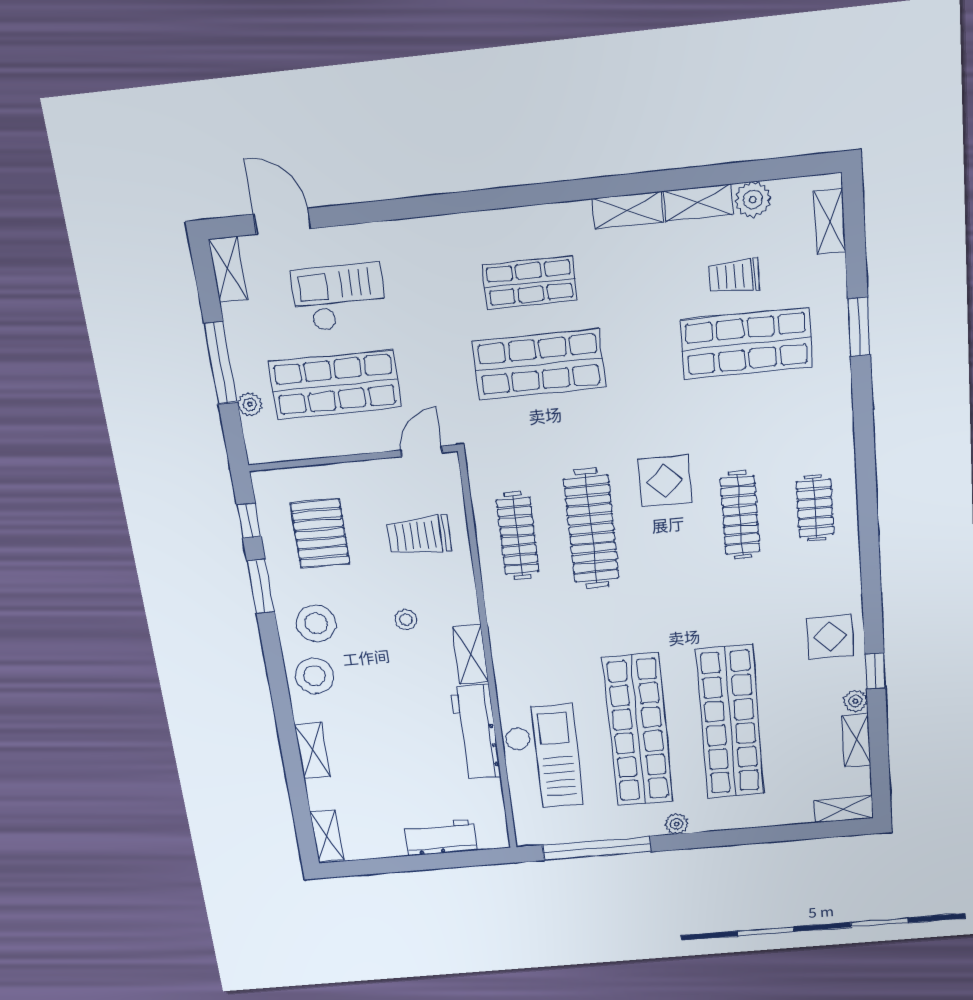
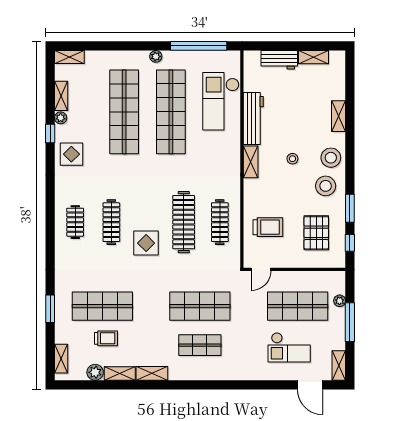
stool: (406, 620) -> (292, 159), moved
shelving: (327, 836) -> (313, 57), moved, turned 90

